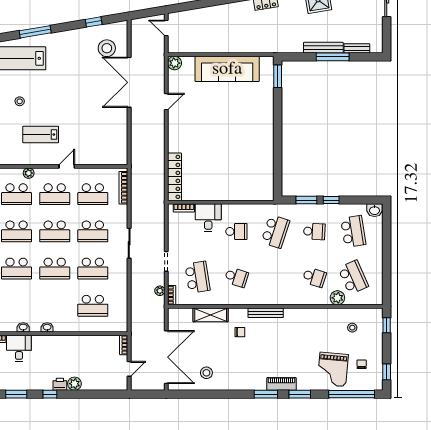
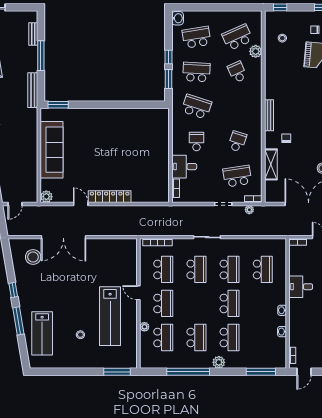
window: (94, 22) -> (13, 290), moved
bench: (323, 48) -> (33, 90), moved
lab bench: (41, 134) -> (110, 316), width x1.86, depth x1.39
locker: (175, 177) -> (110, 197), moved
school desk: (55, 231) -> (196, 303), removed
school desk: (314, 231) -> (196, 72), width x1.85
school desk: (314, 277) -> (237, 72), turned -42
desk: (19, 348) -> (301, 287), moved

